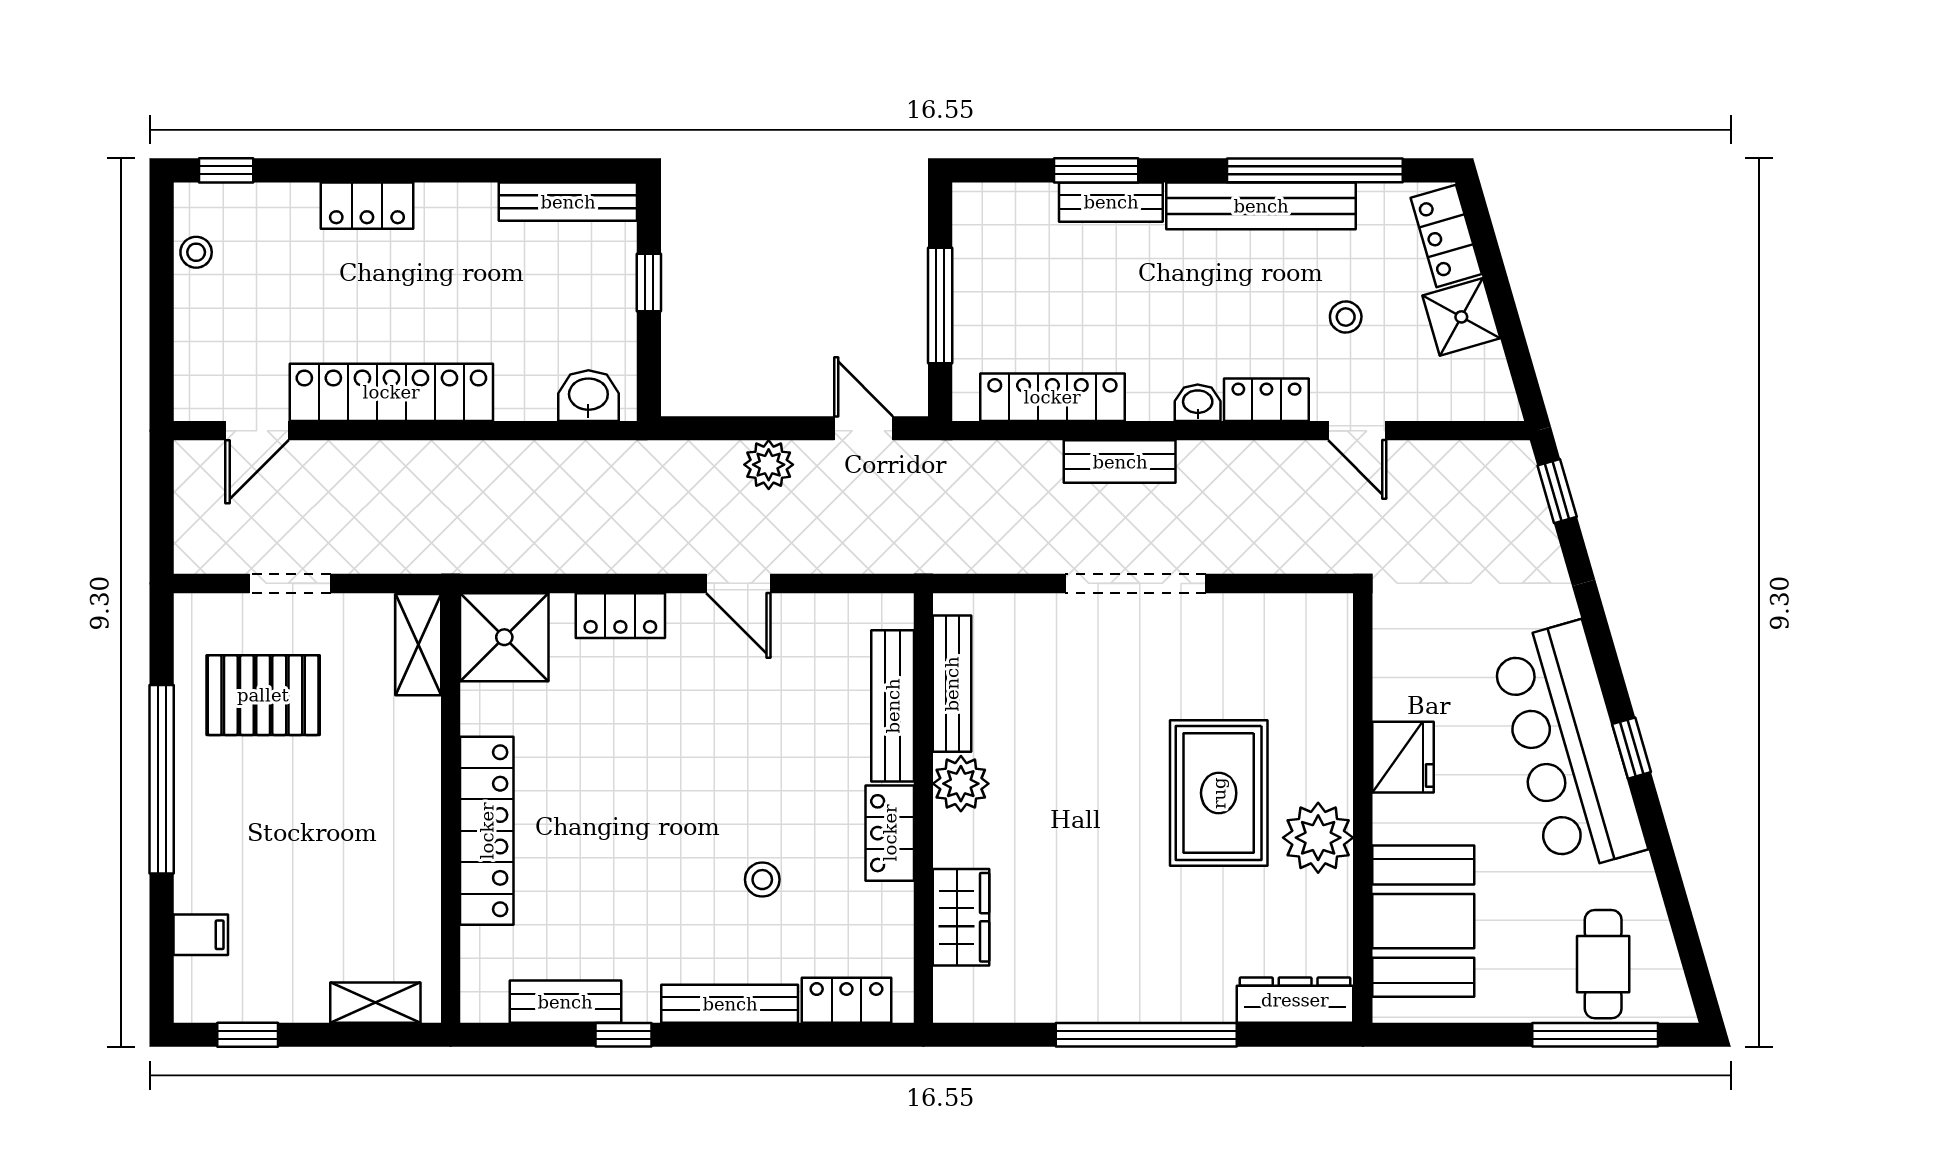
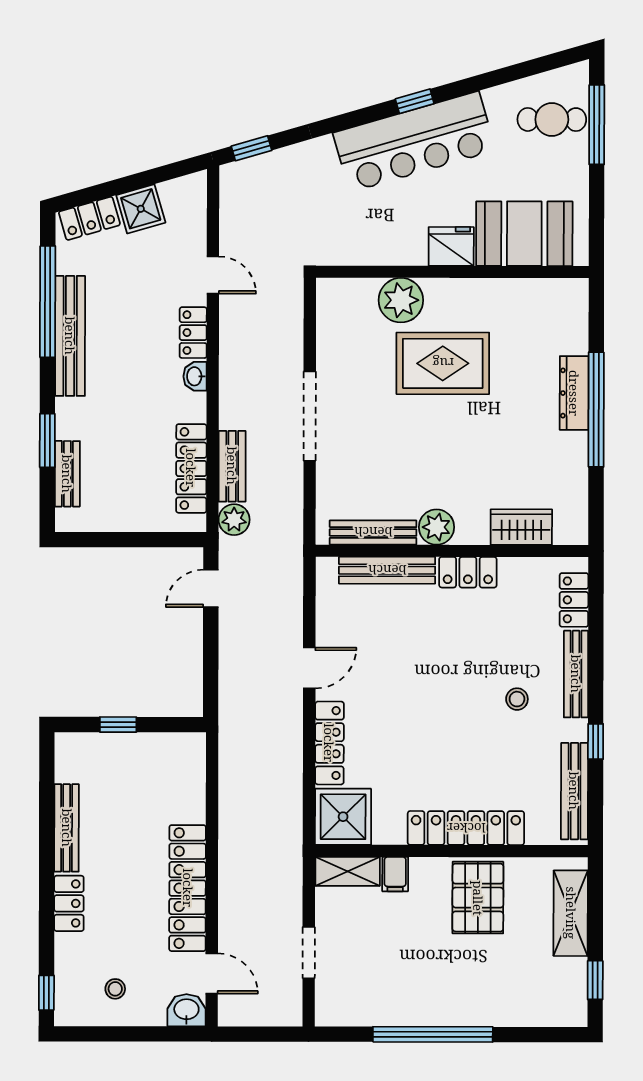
bench: (568, 202) -> (67, 828), moved
bench: (1111, 202) -> (67, 474), moved
stool: (196, 252) -> (115, 989), moved
window: (940, 305) -> (133, 540), removed
stool: (1346, 317) -> (141, 282), removed
washbasin: (588, 396) -> (186, 1010), moved, turned 90
door: (1357, 431) -> (213, 275), hinge flipped
bench: (1120, 462) -> (232, 466), moved
plant: (769, 465) -> (234, 520), moved
locker: (620, 616) -> (329, 743), width x1.53
pallet: (263, 695) -> (478, 898), moved
fridge: (1403, 757) -> (451, 246), moved
plant: (1318, 838) -> (401, 300), moved
stool: (762, 880) -> (517, 699), moved
filing cabinet: (201, 935) -> (395, 874), moved, turned 180
dresser: (1295, 1000) -> (574, 393), moved
bench: (565, 1002) -> (574, 791), width x1.36
shelving: (375, 1003) -> (571, 913), width x1.50, depth x1.33

